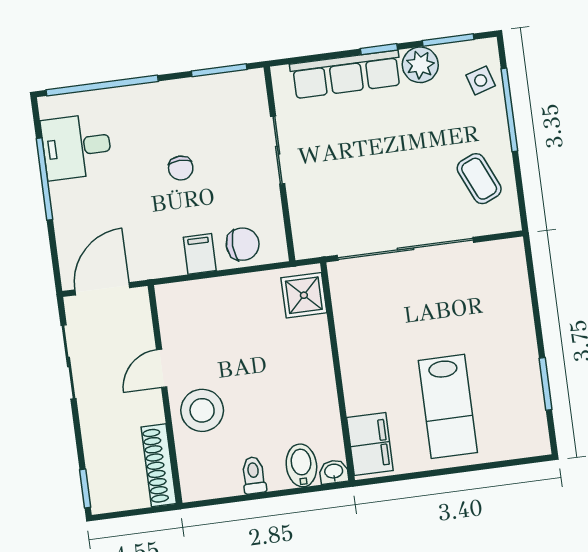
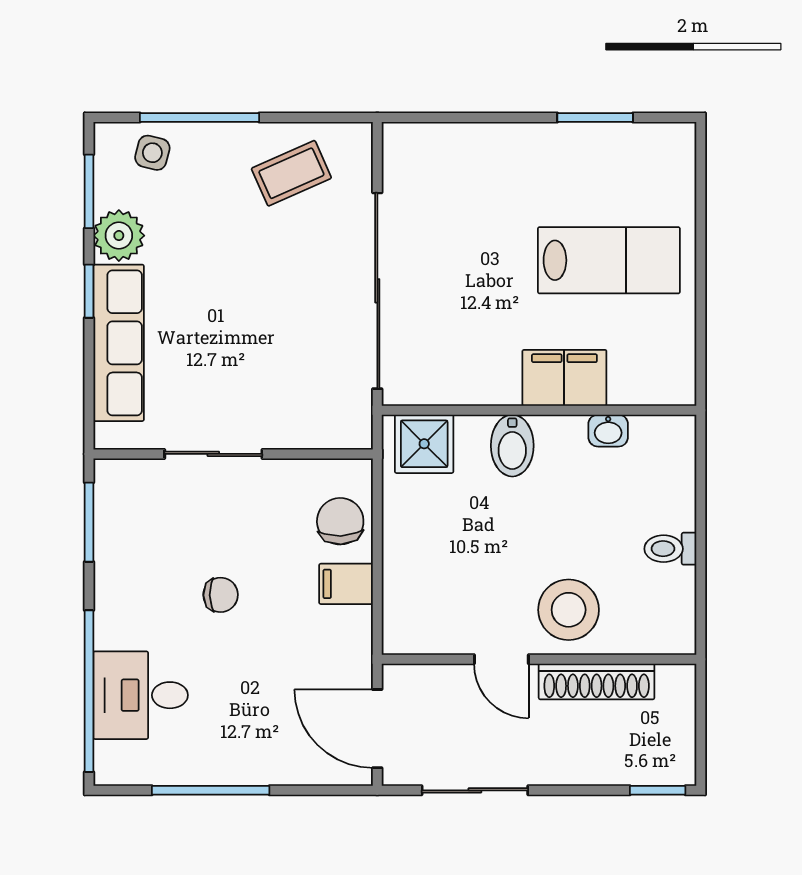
side table: (481, 80) -> (152, 153), turned 31
desk: (77, 147) -> (141, 695), moved, turned 90
filing cabinet: (370, 444) -> (564, 378), moved
shoe rack: (159, 465) -> (597, 681), moved
bidet: (301, 465) -> (512, 446), moved, turned -90
washbasin: (334, 472) -> (608, 431), moved, turned -90

